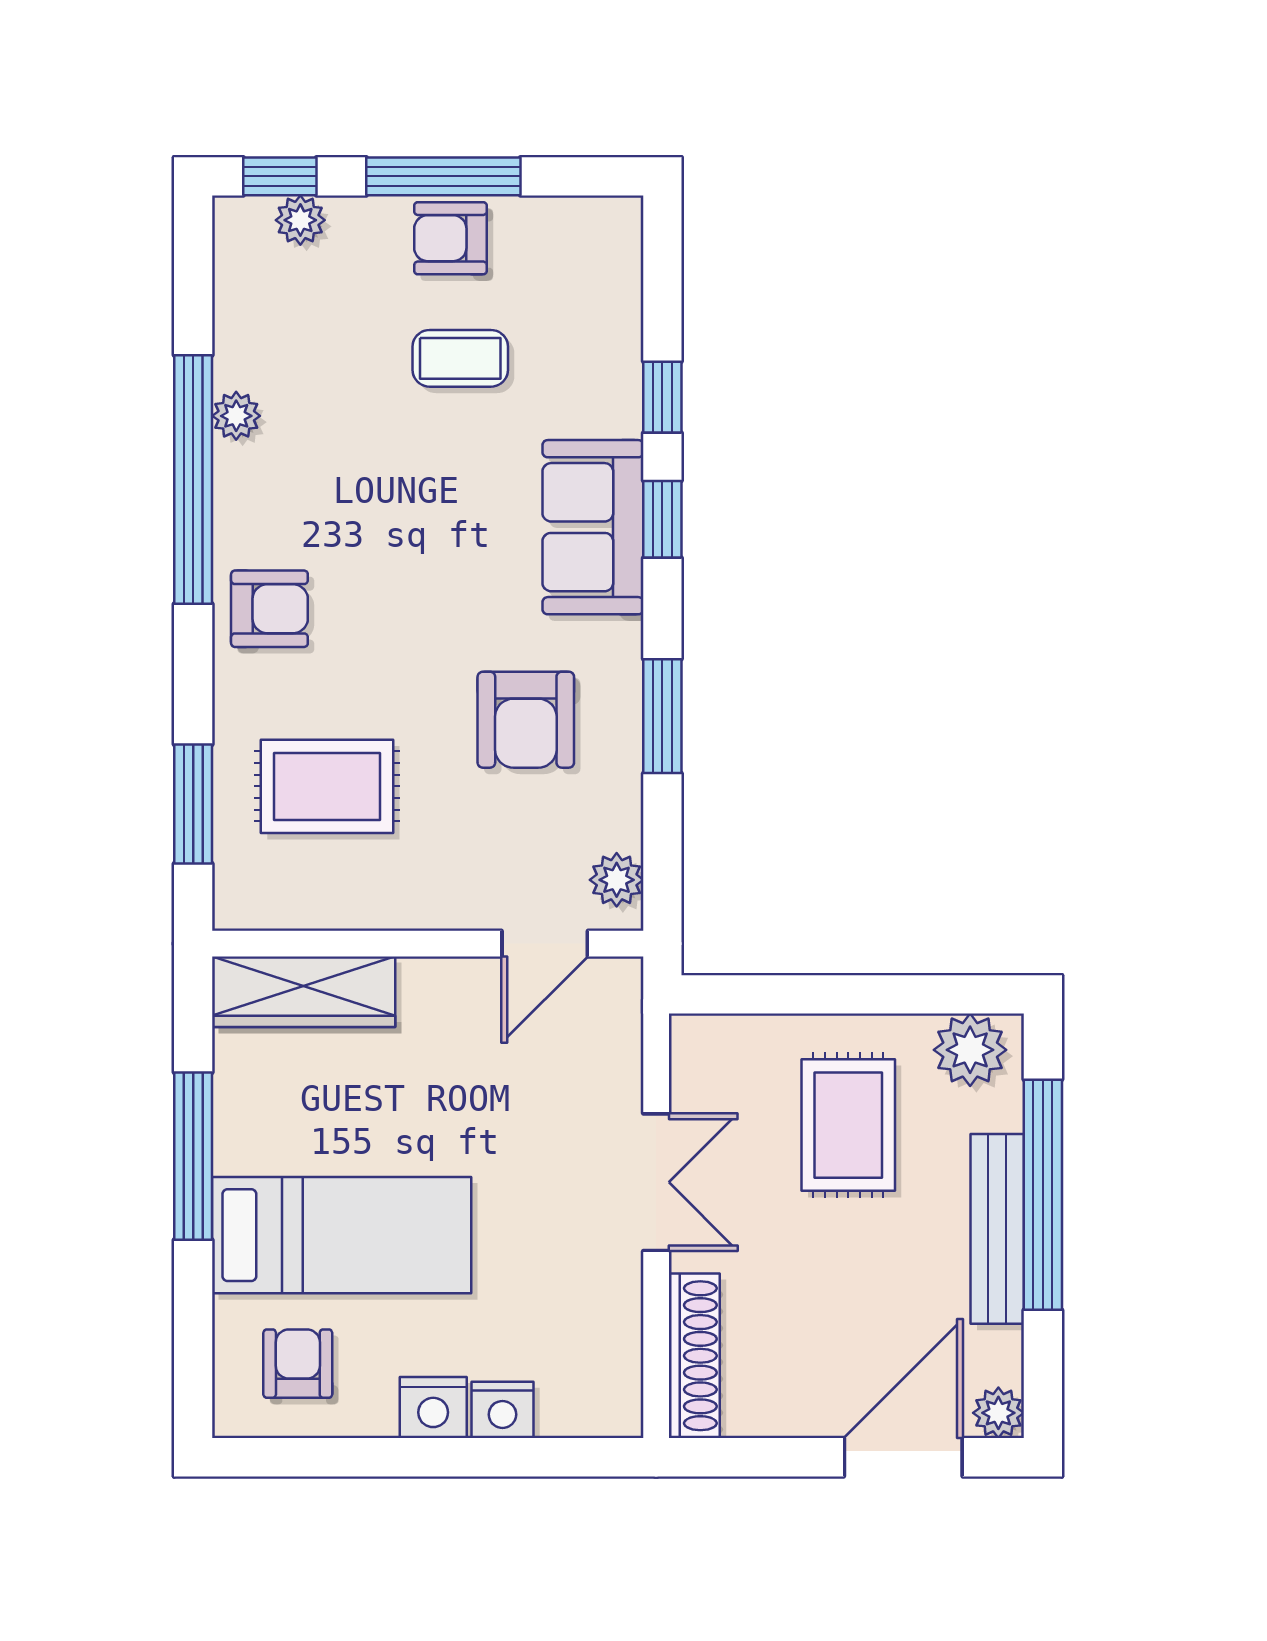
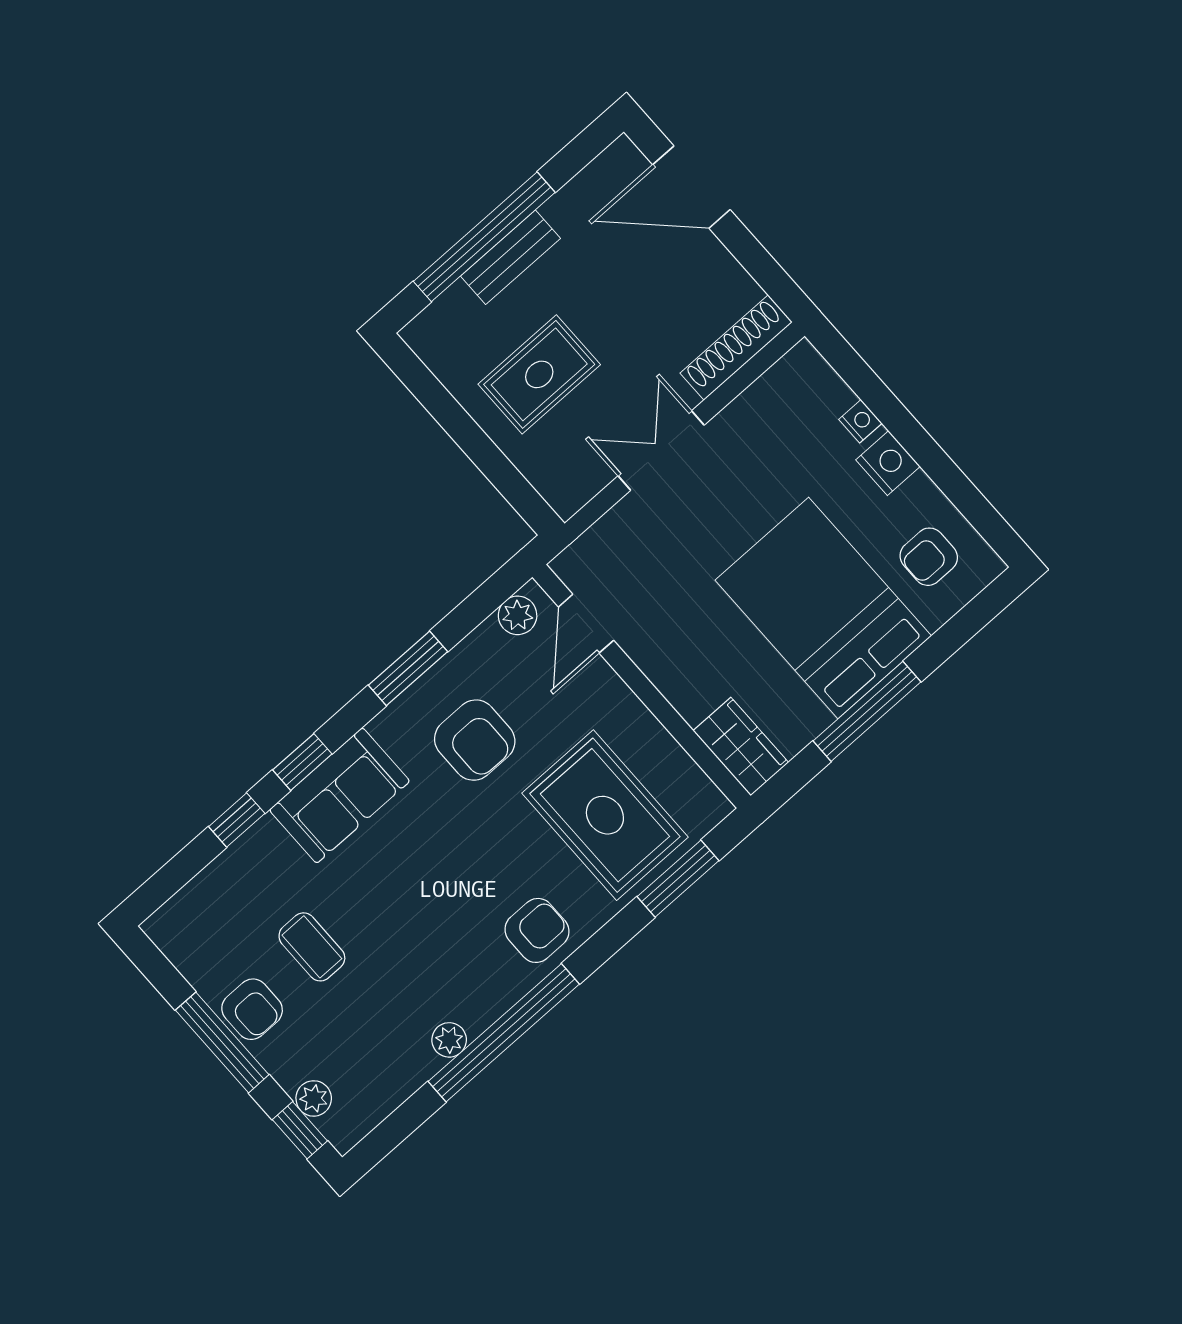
armchair: (269, 609) -> (537, 930), turned 90
armchair: (526, 720) -> (475, 740), turned 90
rug: (327, 786) -> (605, 815), width x1.36, depth x1.43
door: (545, 944) -> (586, 624), swing flipped
wardrobe: (304, 992) -> (741, 747), width x0.67
plant: (970, 1050) -> (441, 345), removed
bench: (997, 1229) -> (511, 257), width x0.73
bed: (342, 1235) -> (823, 608), width x1.50
nightstand: (502, 1410) -> (860, 421), width x0.72, depth x0.74
plant: (998, 1413) -> (622, 157), removed

